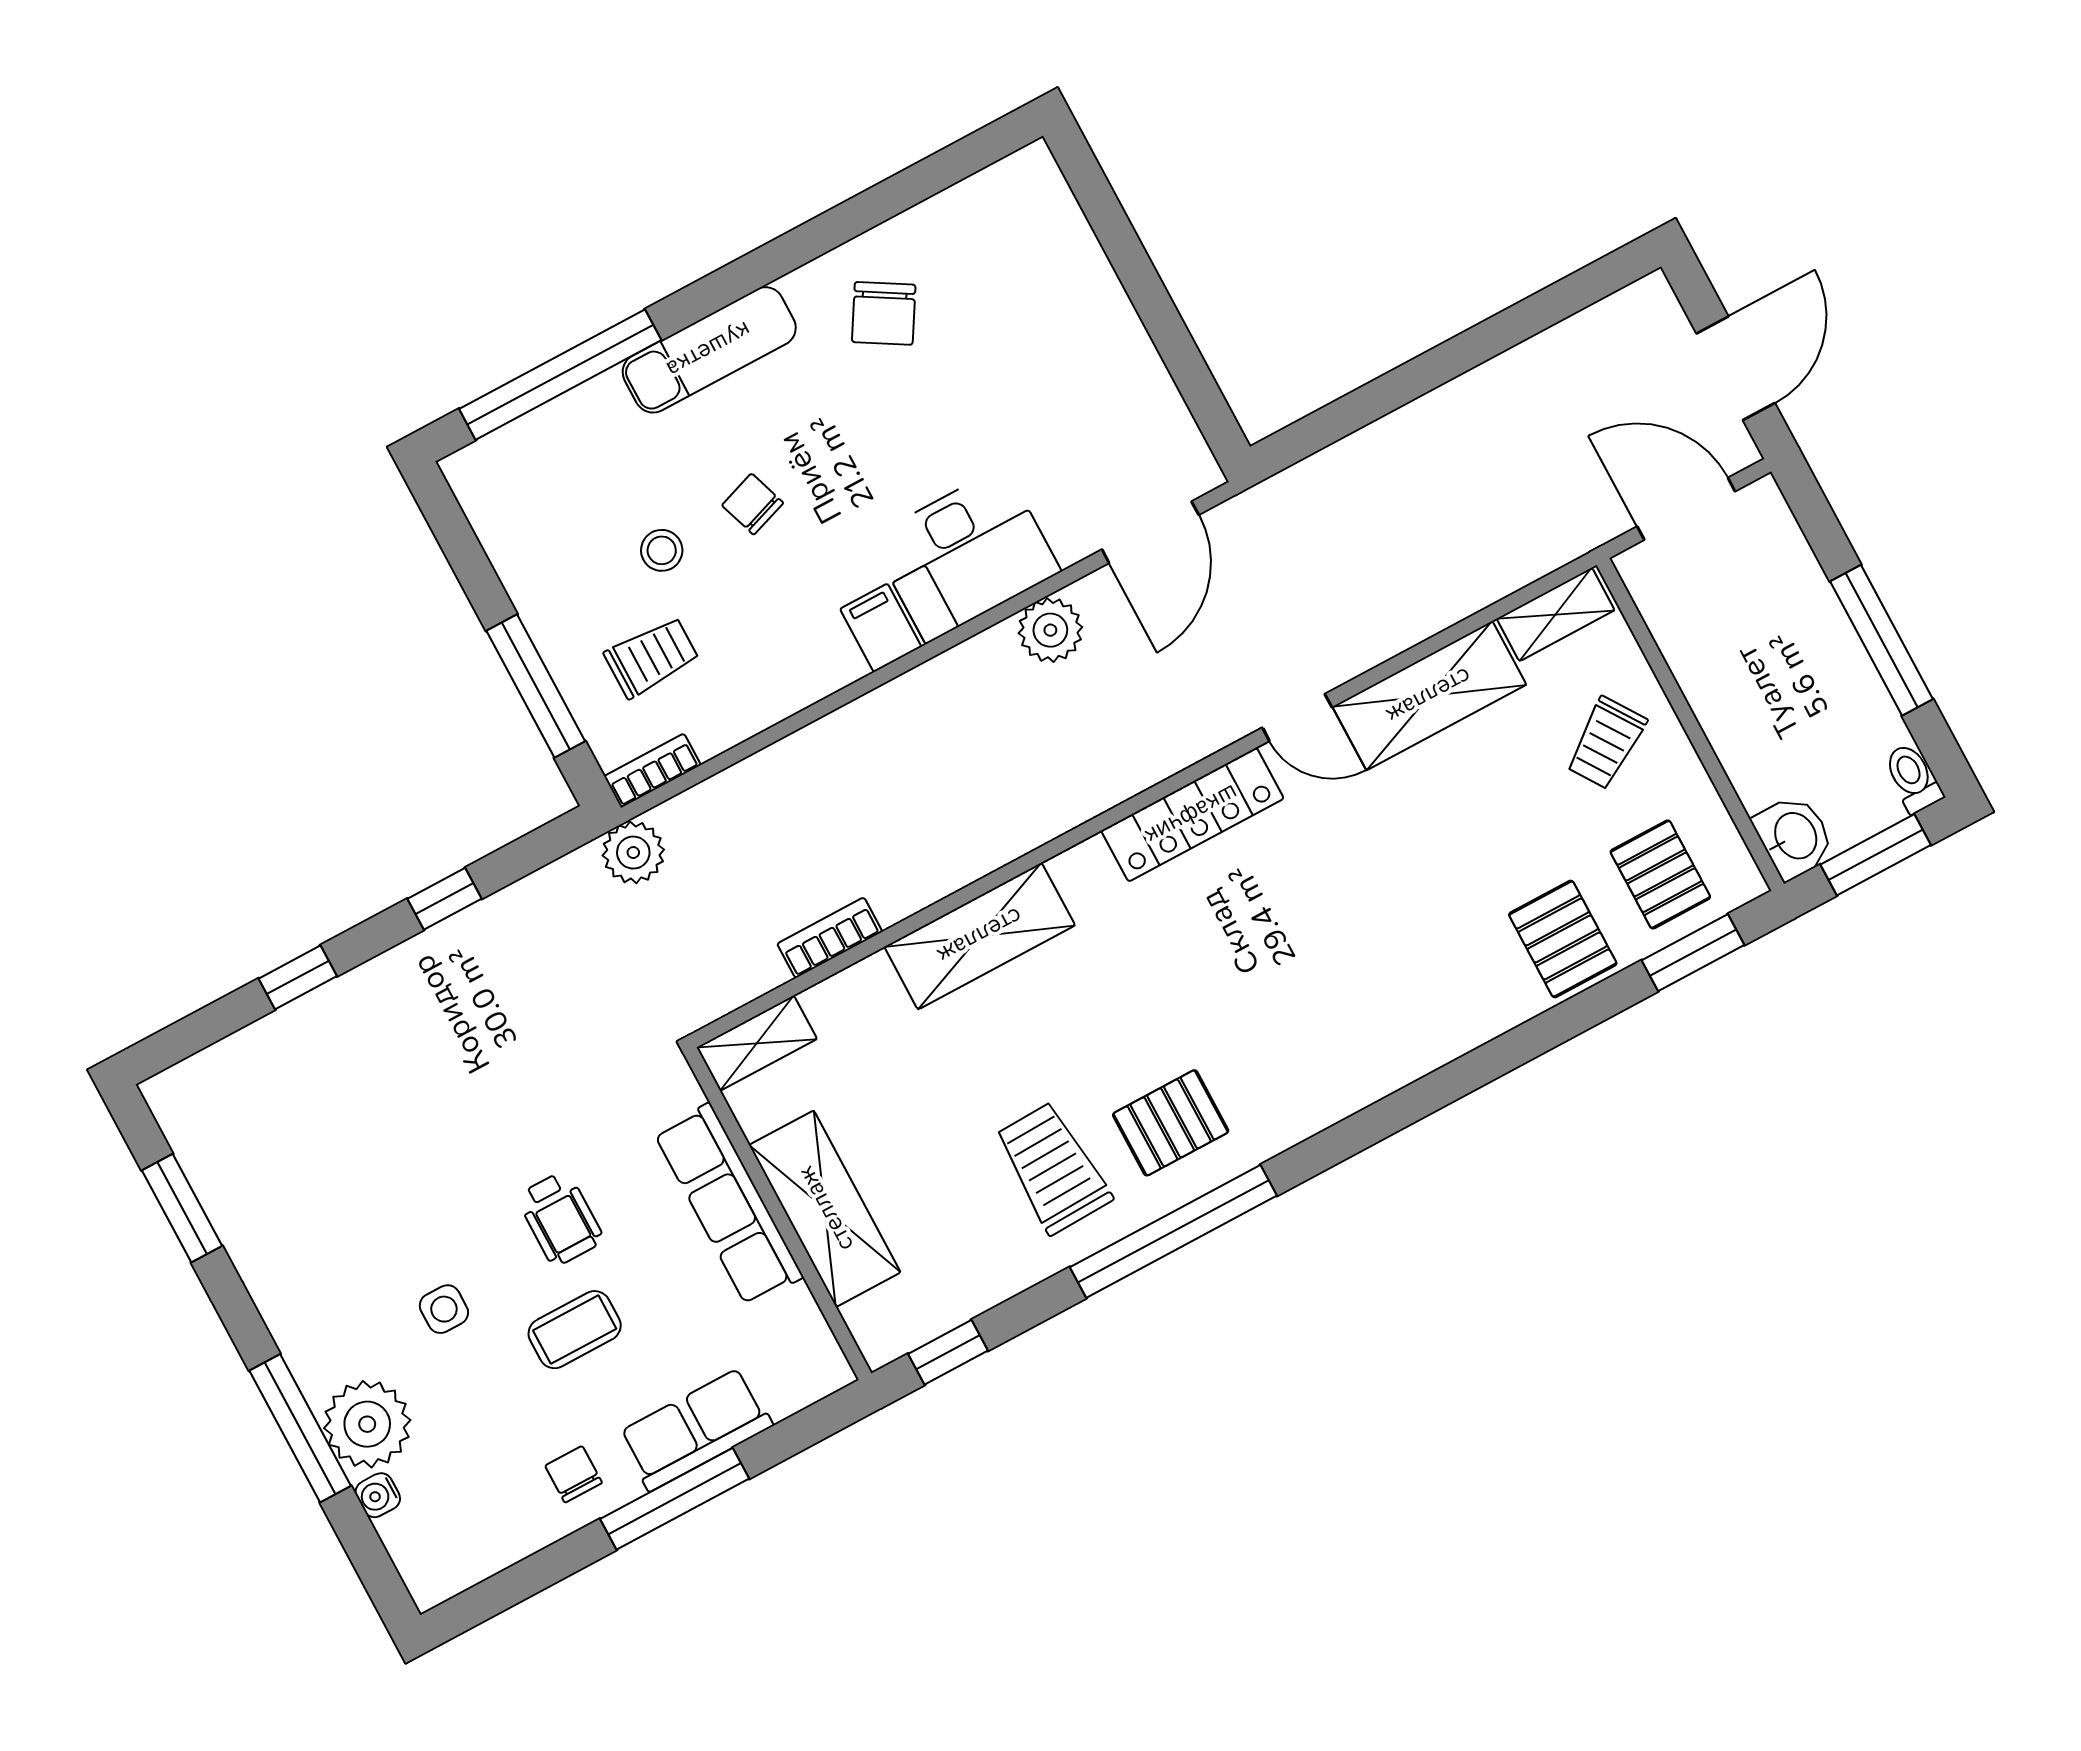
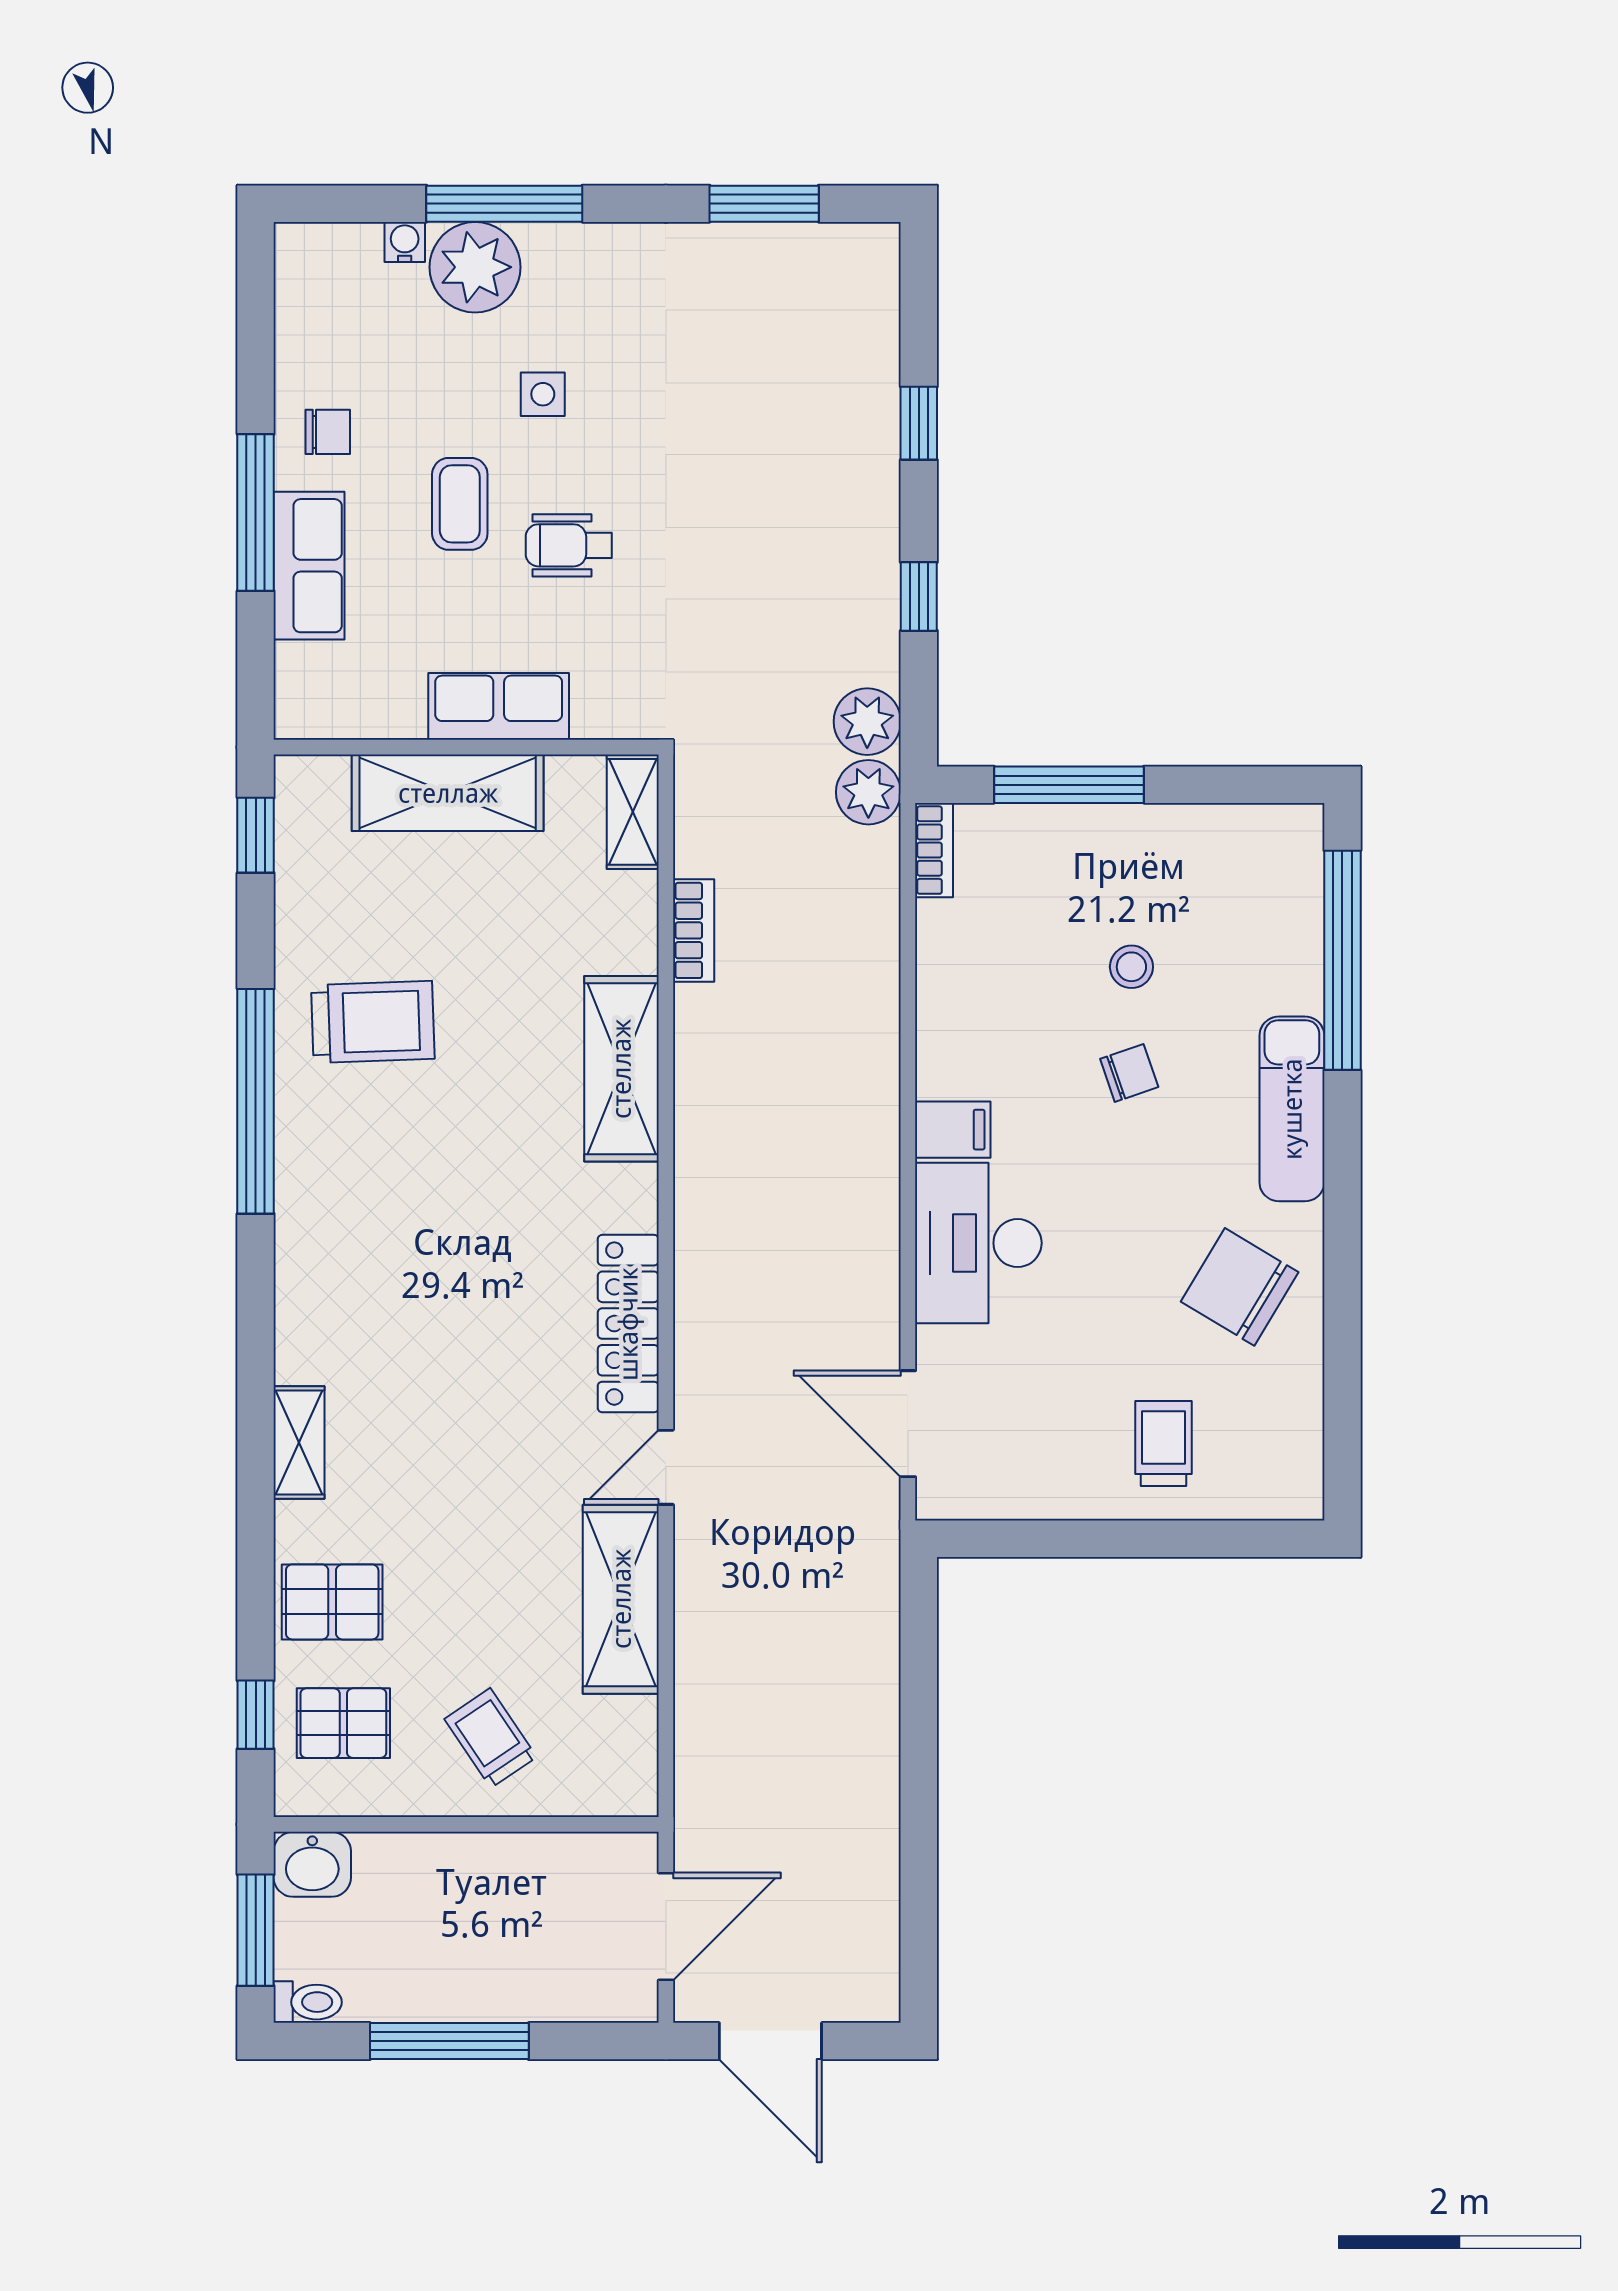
chair: (884, 313) -> (1240, 1287), width x1.37, depth x1.37
shelving: (1556, 614) -> (299, 1443), moved
plant: (1050, 630) -> (867, 722), moved
trolley: (652, 657) -> (1164, 1443), moved, turned 180
window: (1693, 953) -> (256, 1715), width x0.67
pallet: (1171, 1123) -> (356, 1152), removed
row of seats: (728, 1205) -> (499, 706), width x0.68

